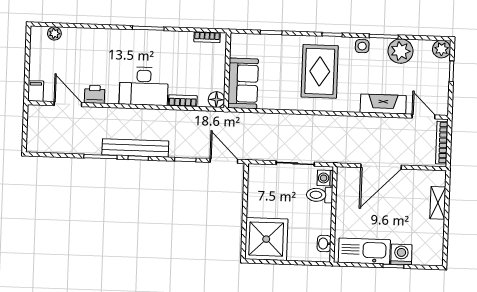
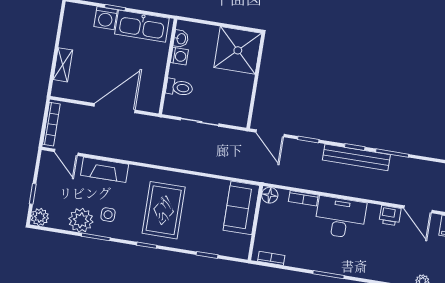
side table: (362, 46) -> (108, 215), moved
washing machine: (325, 178) -> (179, 56), moved

